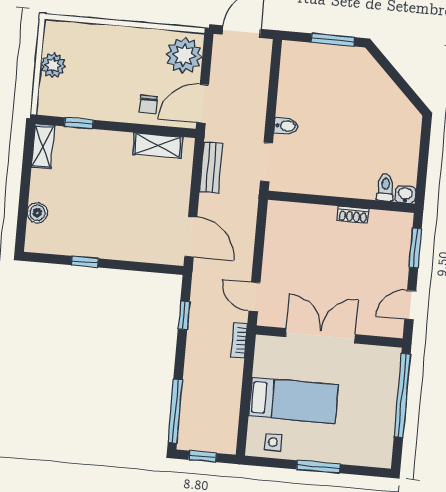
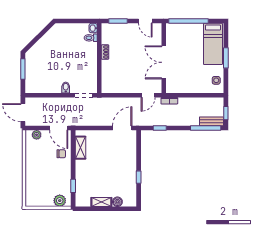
plant: (184, 55) -> (37, 135), width x0.53, depth x0.53
plant: (53, 65) -> (60, 201), moved
shelving: (43, 146) -> (101, 202), moved
bench: (211, 168) -> (211, 121), moved
bed: (293, 400) -> (213, 44), moved, turned 180

